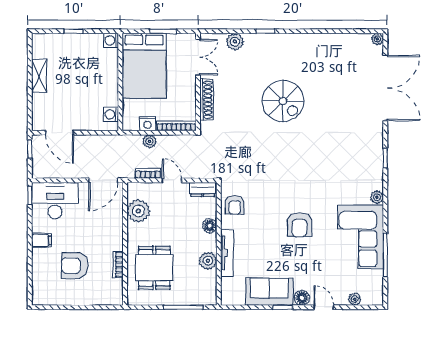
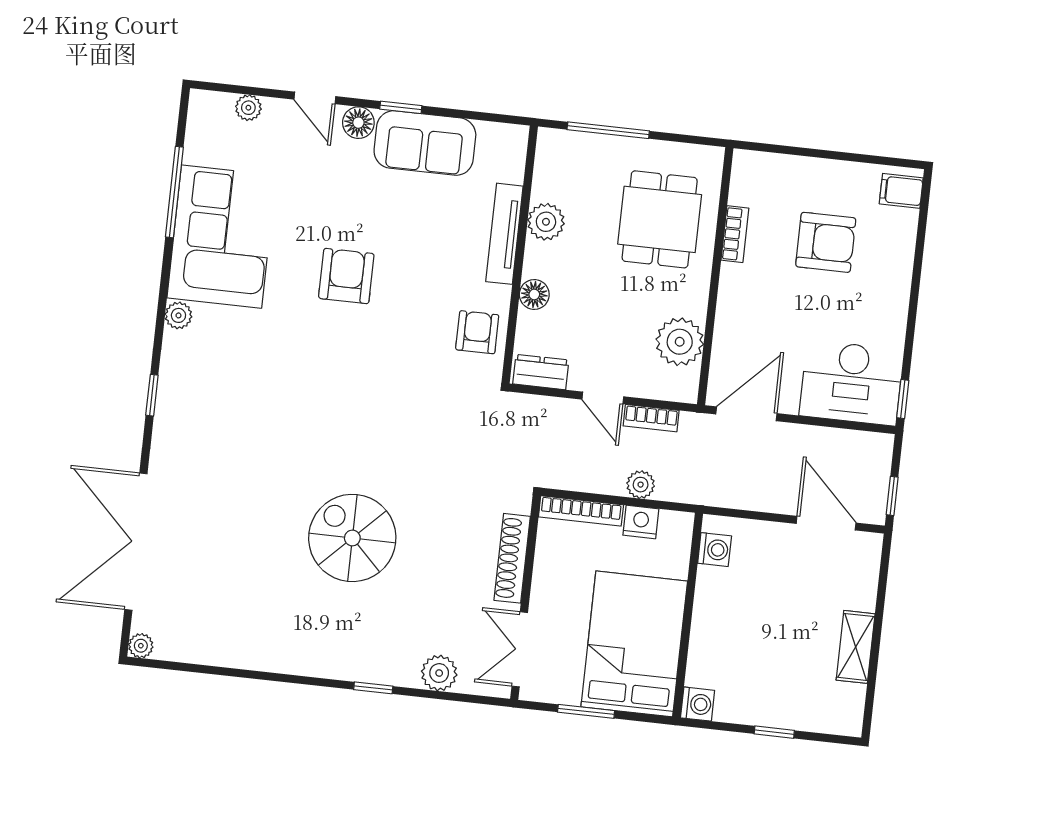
filing cabinet: (41, 240) -> (901, 191), moved

